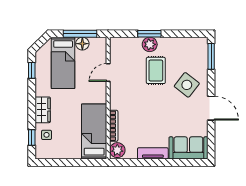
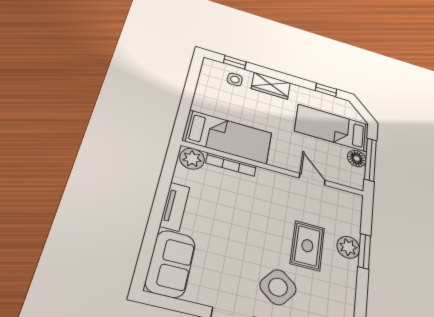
rug: (156, 70) -> (307, 246), turned 90

